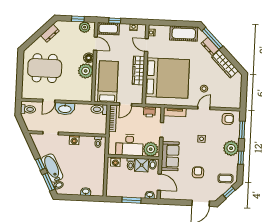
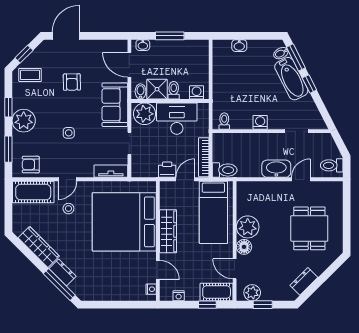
cot: (184, 33) -> (33, 192), moved
dining table: (45, 68) -> (309, 228), width x0.73
printer: (149, 112) -> (167, 170), moved

